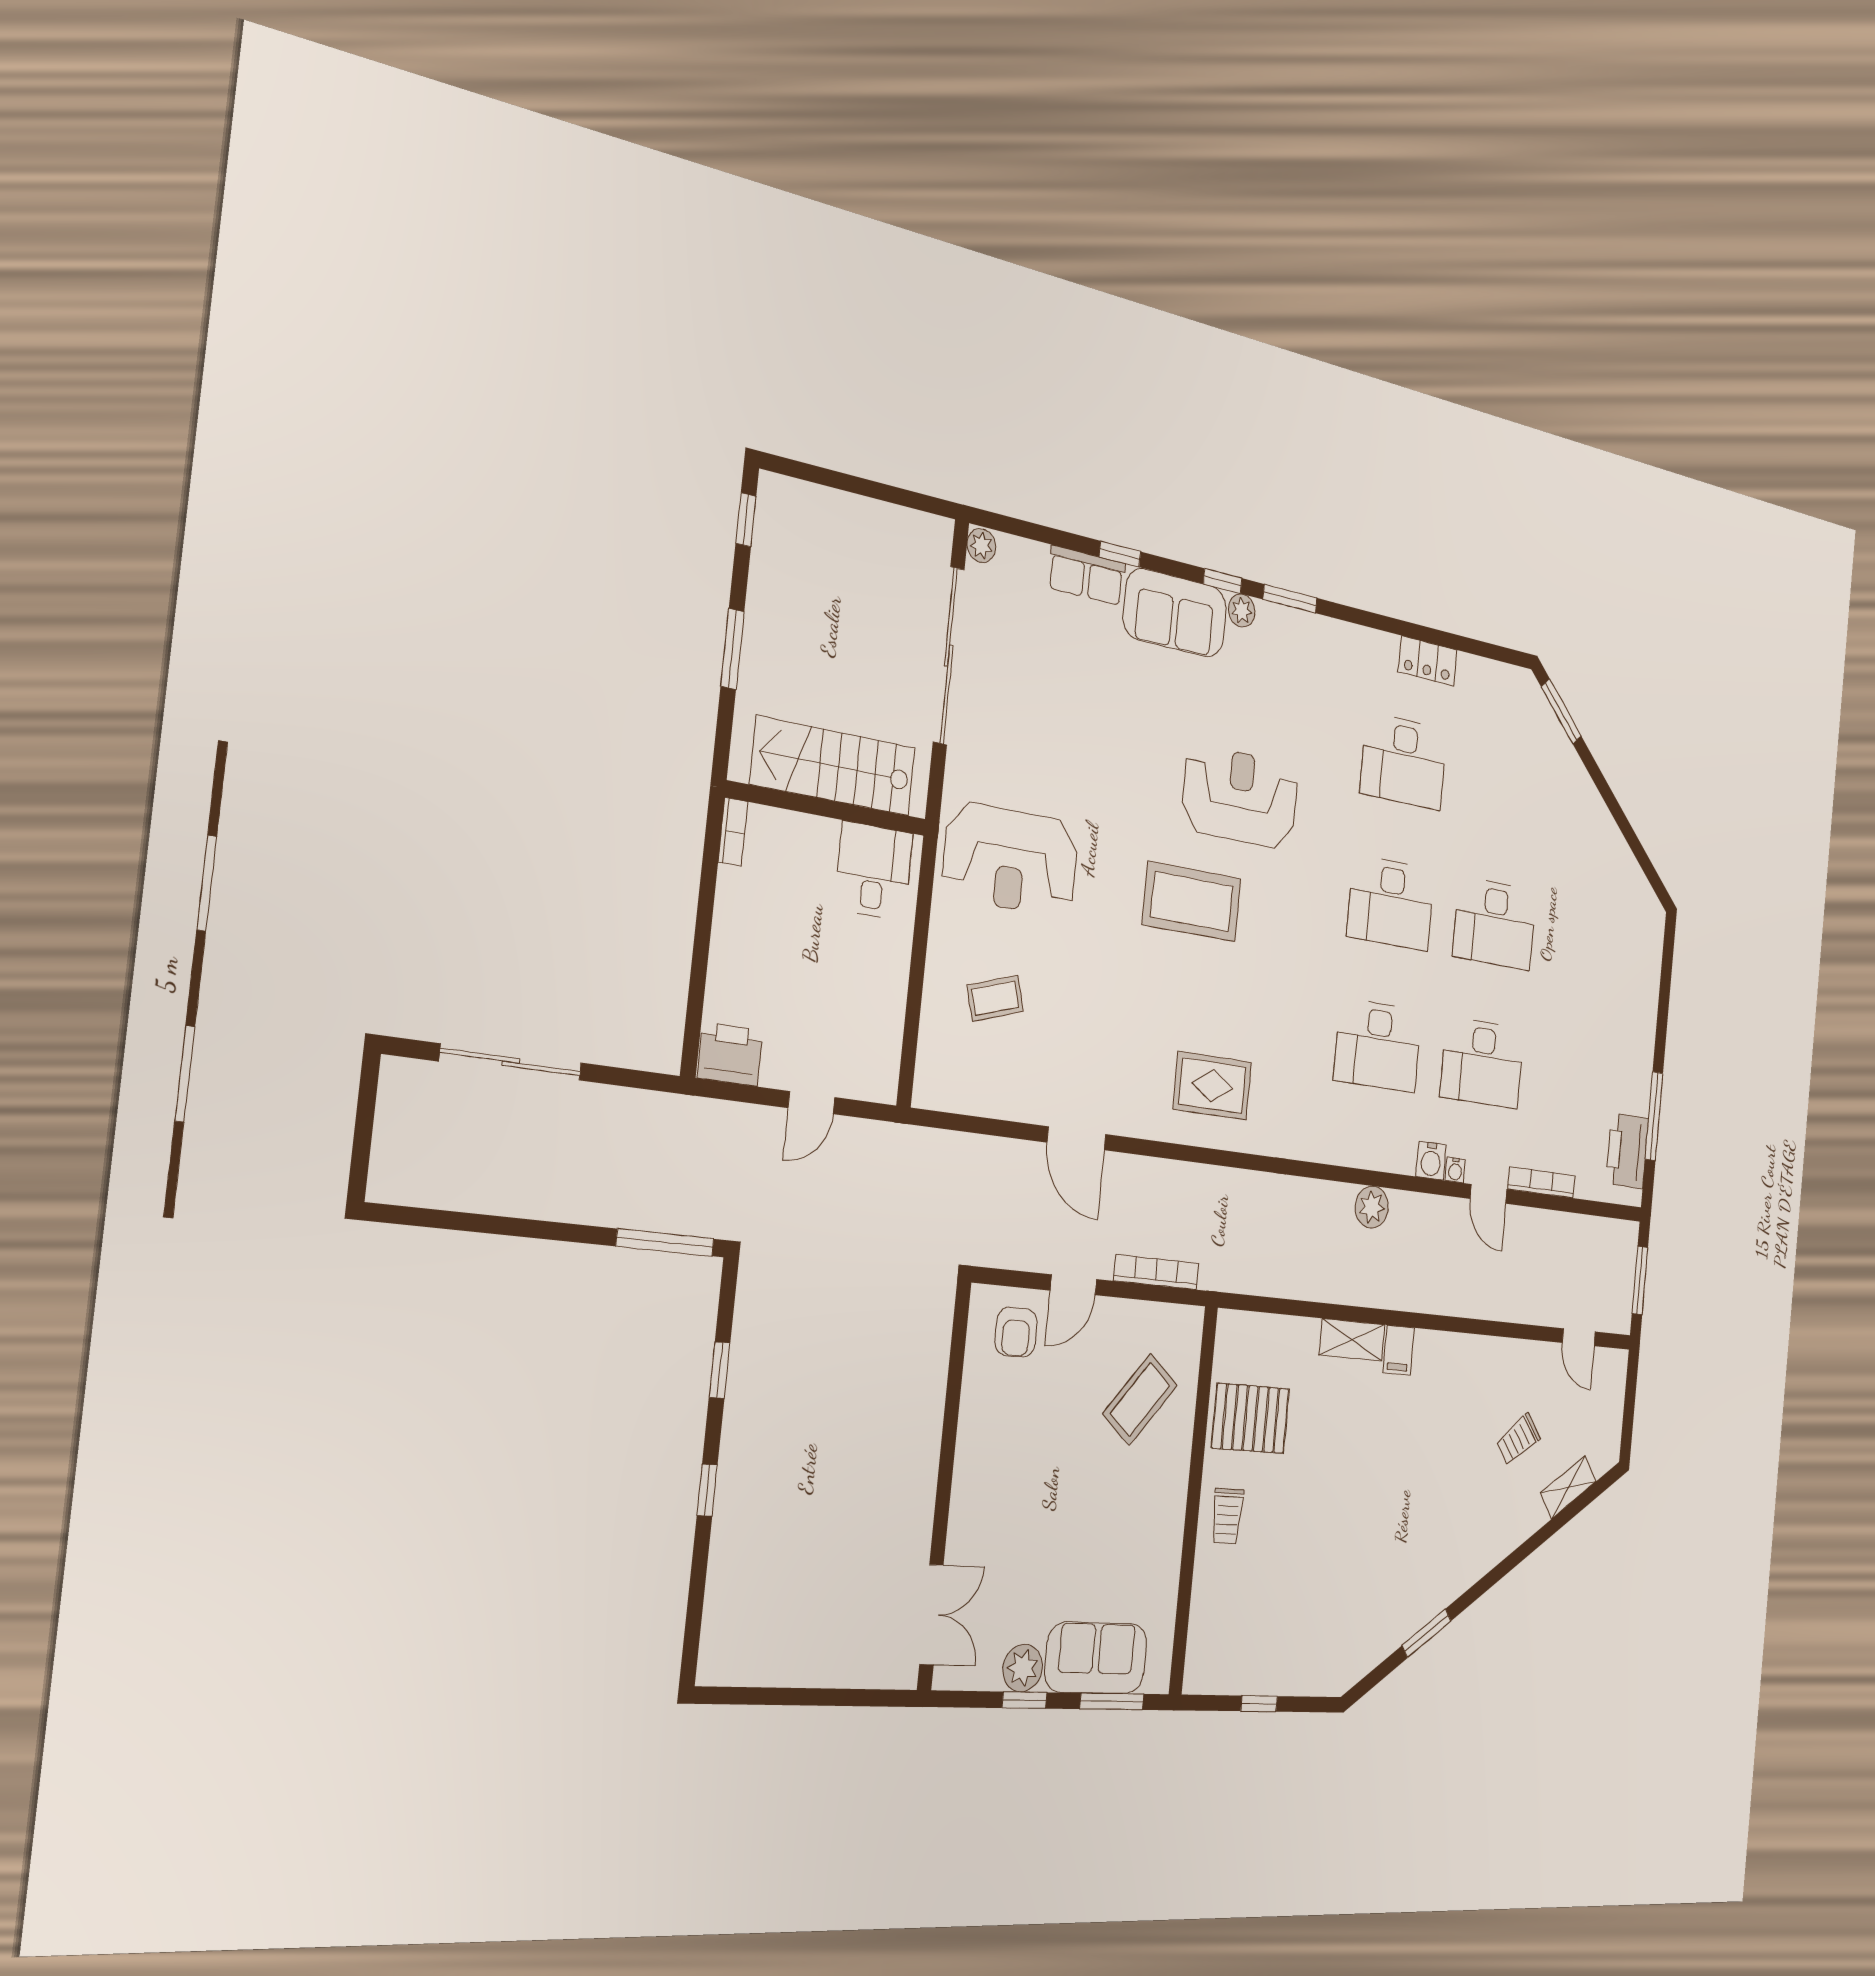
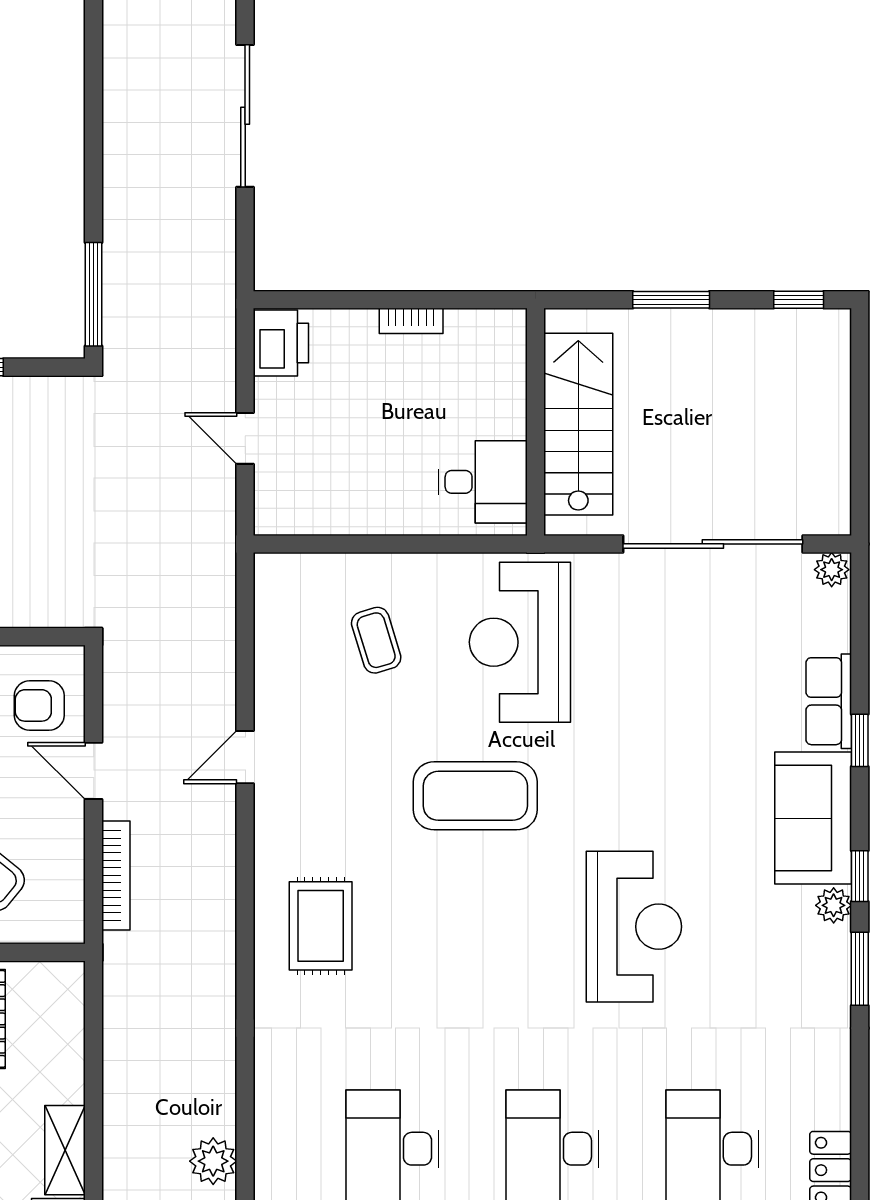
bookcase: (733, 832) -> (411, 321), moved
coffee table: (1192, 902) -> (475, 796), moved, turned 90
door: (1077, 1138) -> (245, 757), width x0.73

